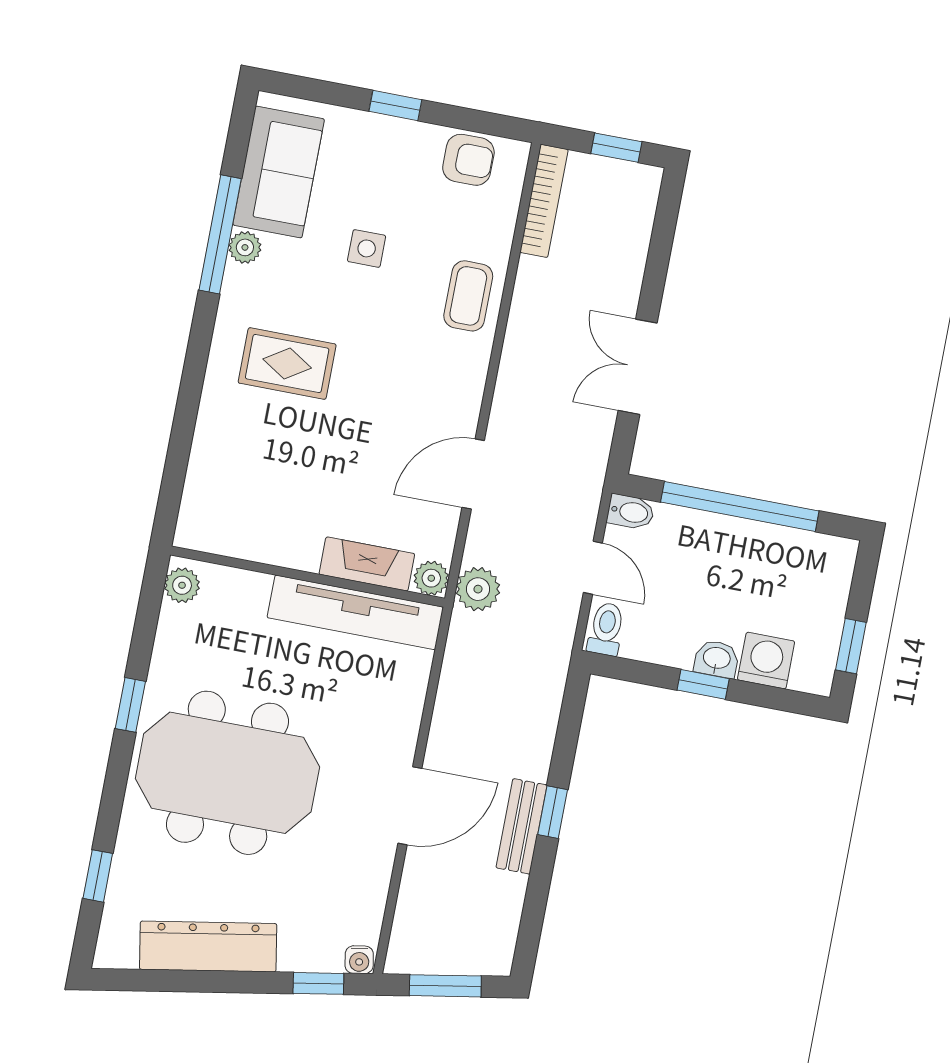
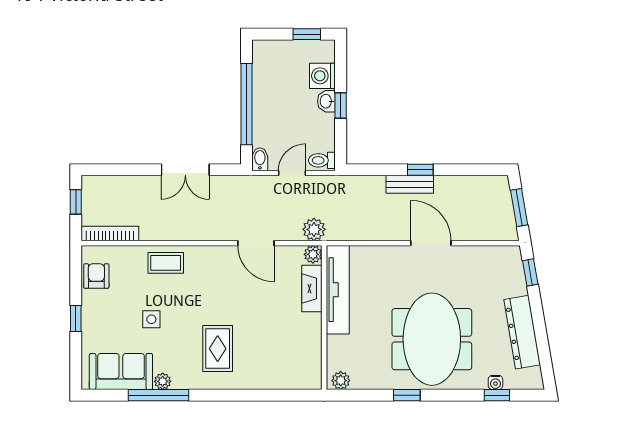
bench: (521, 826) -> (410, 184), moved
water cooler: (359, 960) -> (495, 382), moved, turned 100

